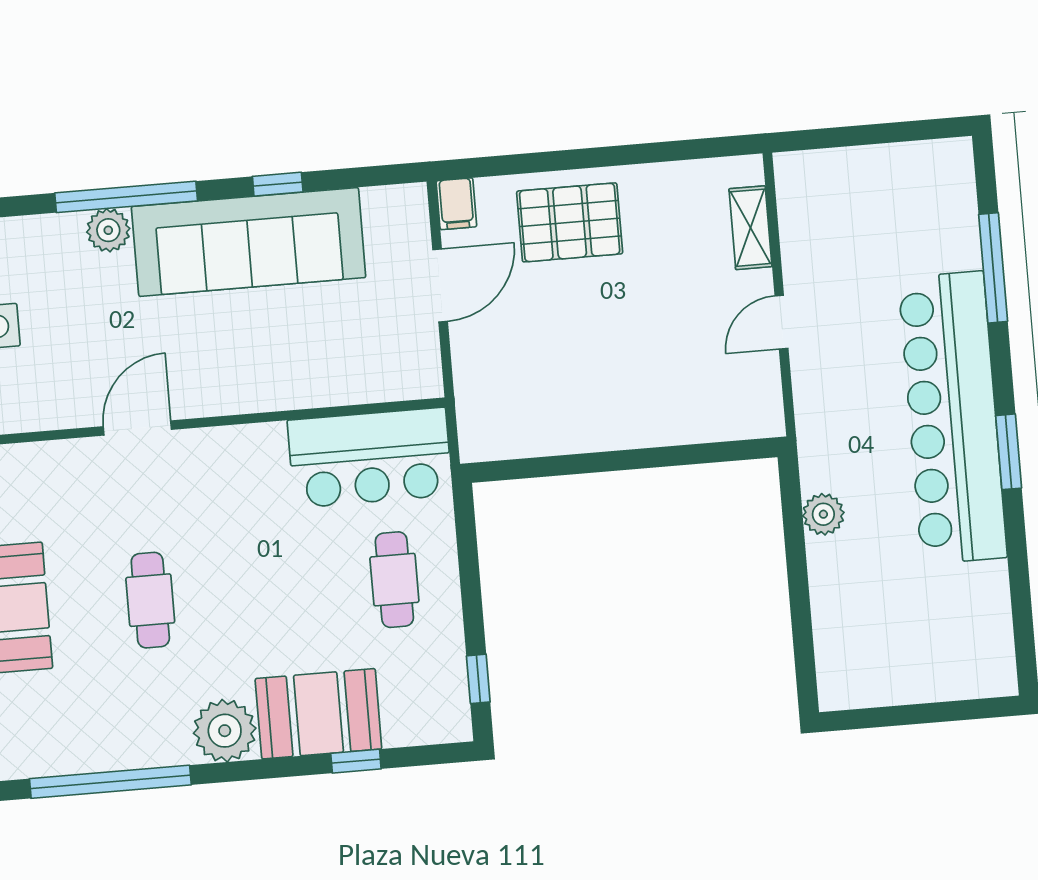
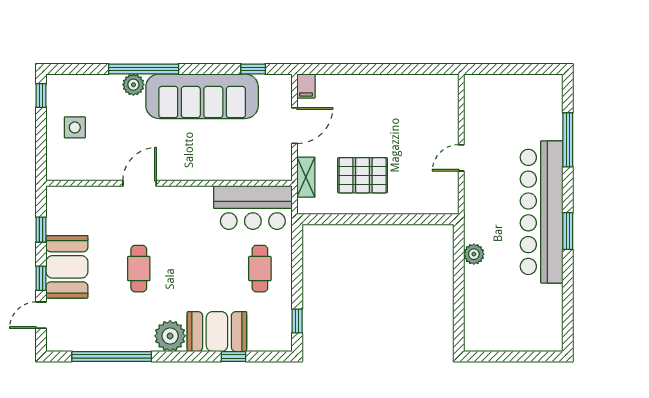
window: (278, 184) -> (253, 69), moved
pallet: (570, 222) -> (363, 175), moved
shelving: (750, 228) -> (306, 177), moved

